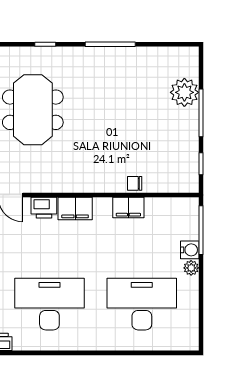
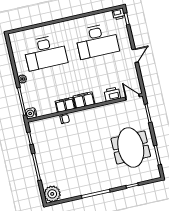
plant: (184, 92) -> (52, 194), moved
filing cabinet: (75, 208) -> (84, 100), moved
water cooler: (190, 250) -> (31, 113), moved

